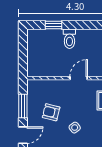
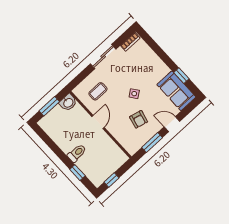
window: (23, 46) -> (111, 180), added
door: (79, 78) -> (98, 122), swing flipped

